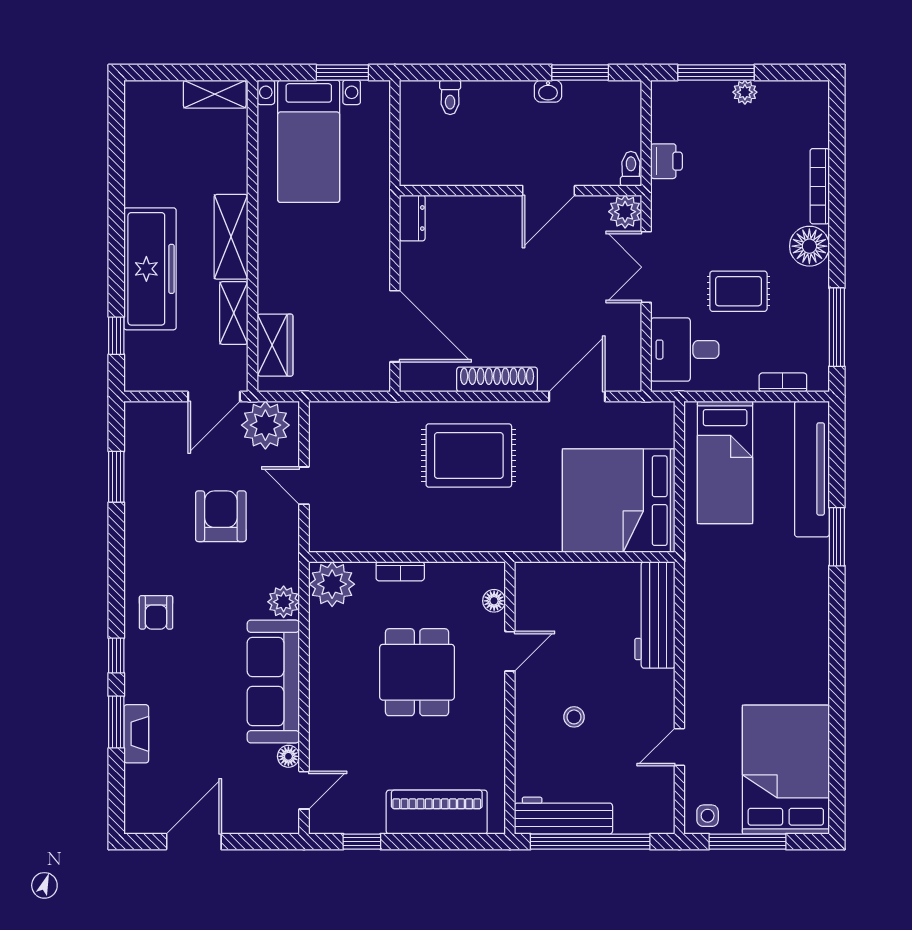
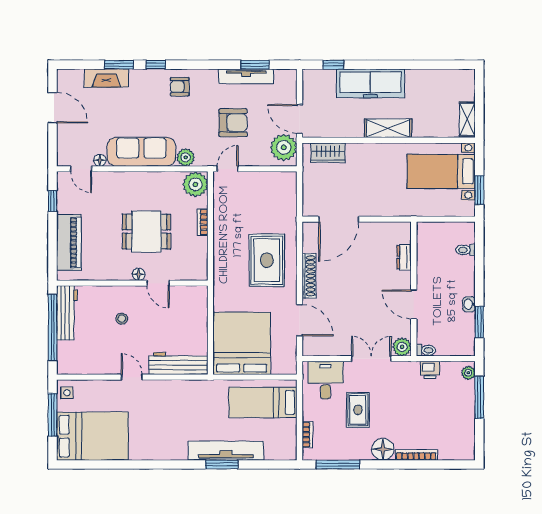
plant: (745, 92) -> (468, 373), moved
dresser: (412, 218) -> (404, 257), moved, turned 90
shelving: (234, 313) -> (346, 130), removed
tv unit: (812, 469) -> (226, 451), moved
door: (304, 486) -> (228, 169), moved
tv unit: (137, 493) -> (246, 76), added
floor lamp: (494, 601) -> (139, 274), moved
fireplace: (136, 734) -> (106, 78), width x1.37, depth x1.32
door: (679, 747) -> (132, 377), moved

